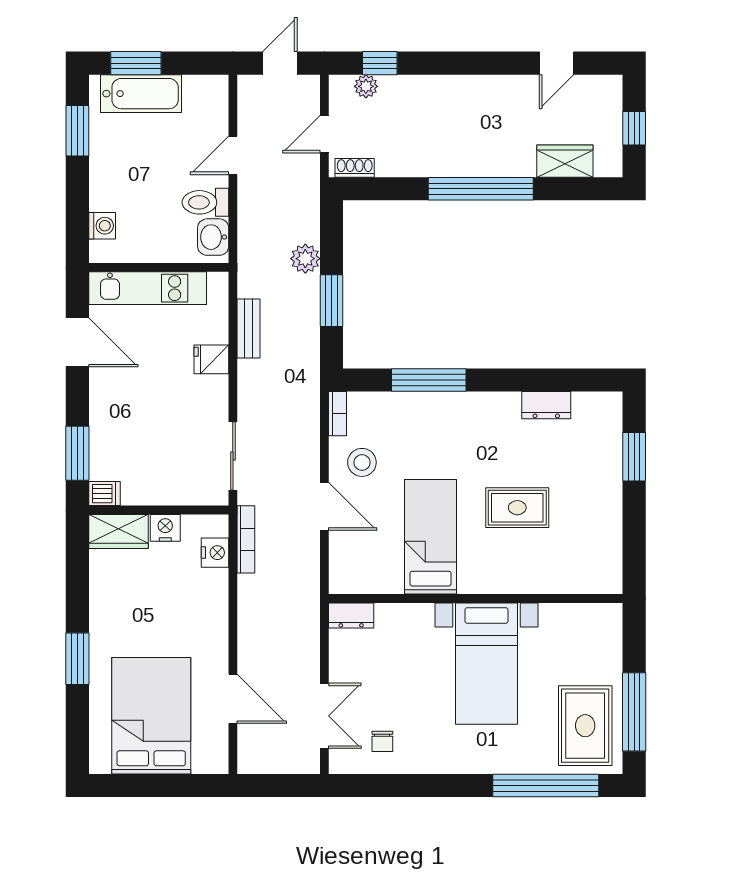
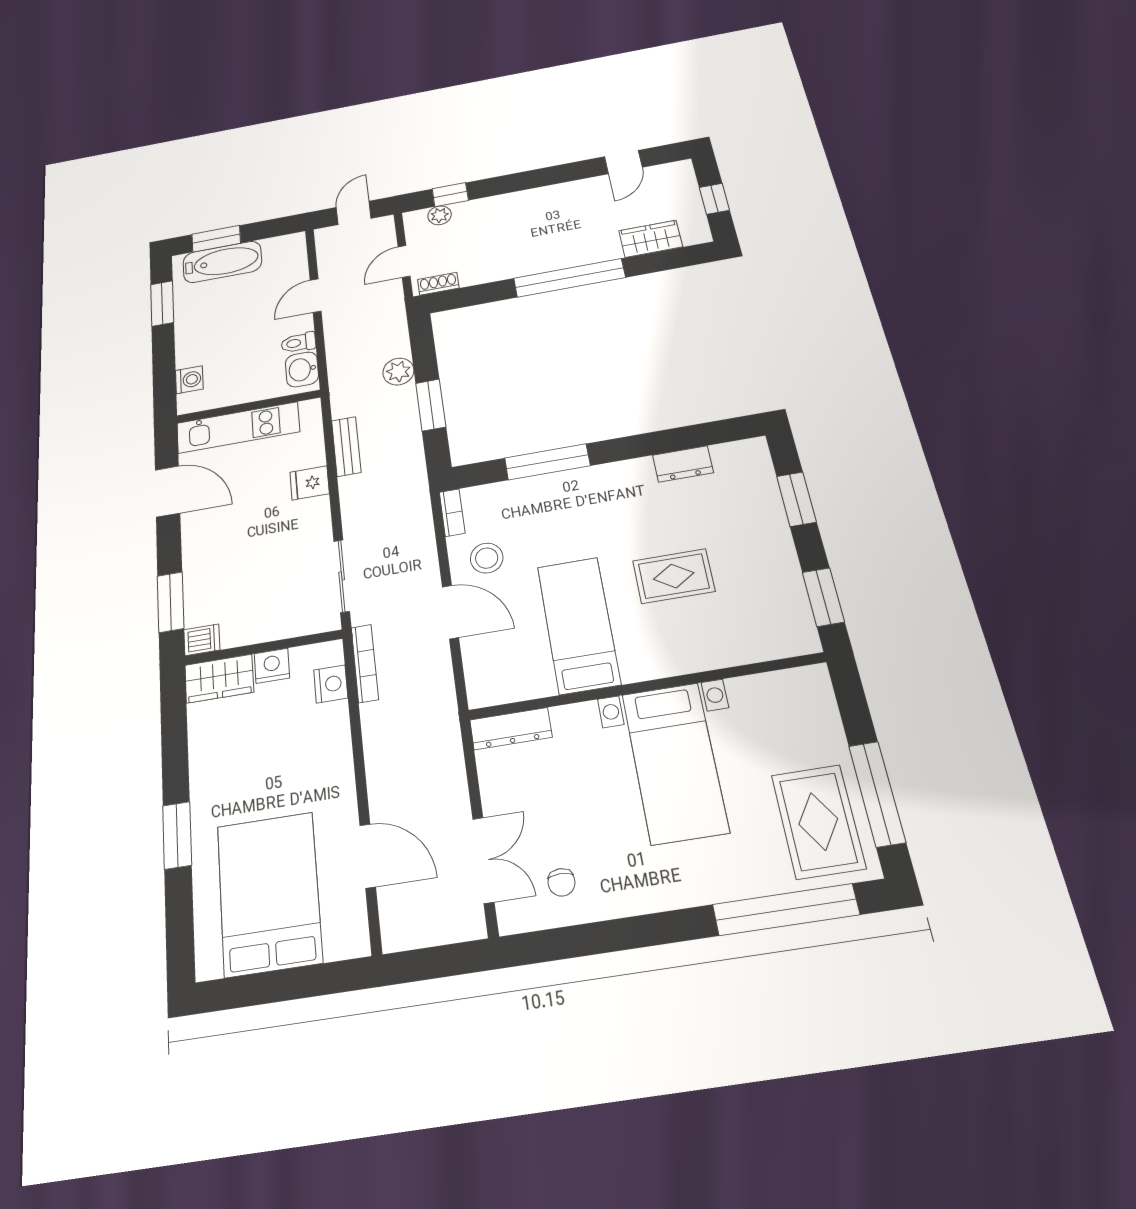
toilet: (205, 202) -> (298, 343), width x0.73, depth x0.72
window: (634, 548) -> (823, 597), added
dresser: (351, 615) -> (511, 729), width x1.44

